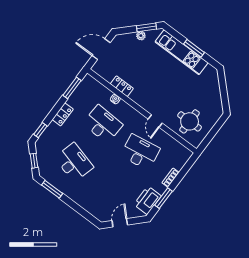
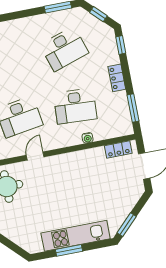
plant: (141, 36) -> (124, 213), removed
locker: (122, 86) -> (118, 150), moved
door: (155, 121) -> (35, 156), hinge flipped
desk: (74, 162) -> (64, 49), turned -33

